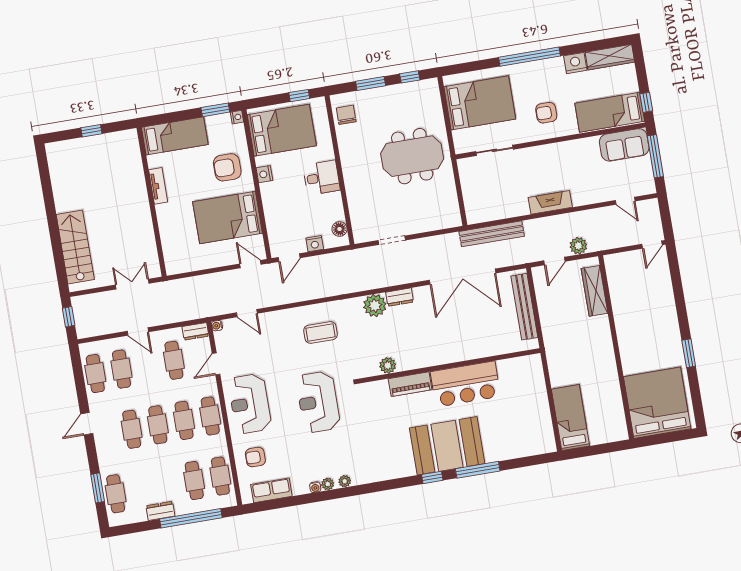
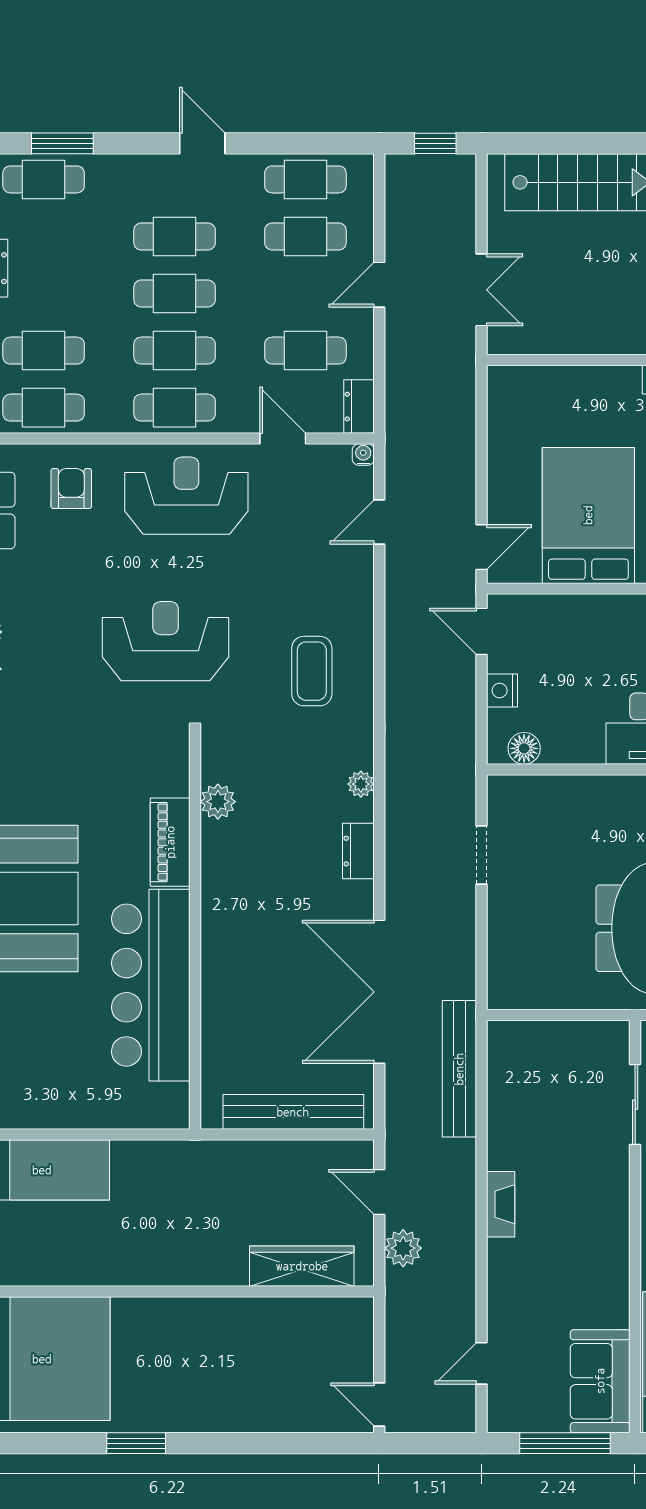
fireplace: (550, 202) -> (501, 1204), width x0.73, depth x0.76
plant: (375, 306) -> (361, 784), width x0.53, depth x0.53
bar counter: (465, 384) -> (151, 985), width x1.36

